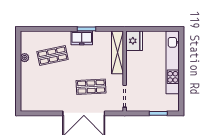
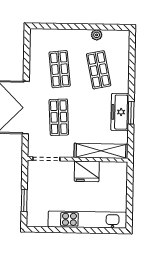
freezer: (82, 38) -> (120, 112), width x1.40
fridge: (134, 41) -> (87, 171), moved
shop shelf: (53, 87) -> (60, 69), added

